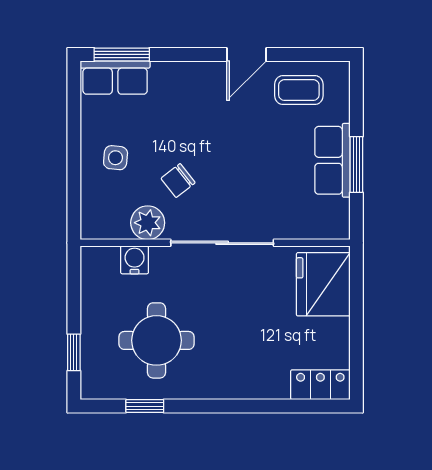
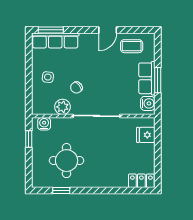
row of seats: (115, 77) -> (55, 40), width x1.48
water cooler: (334, 215) -> (148, 103), added
water cooler: (135, 260) -> (44, 124), moved
fridge: (323, 284) -> (146, 135), width x0.53, depth x0.75
window: (74, 352) -> (29, 139), moved

